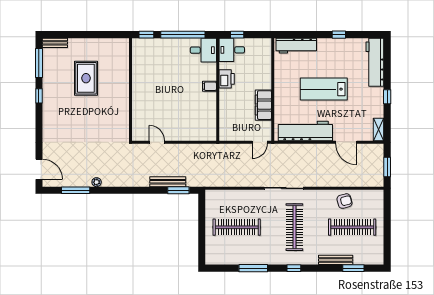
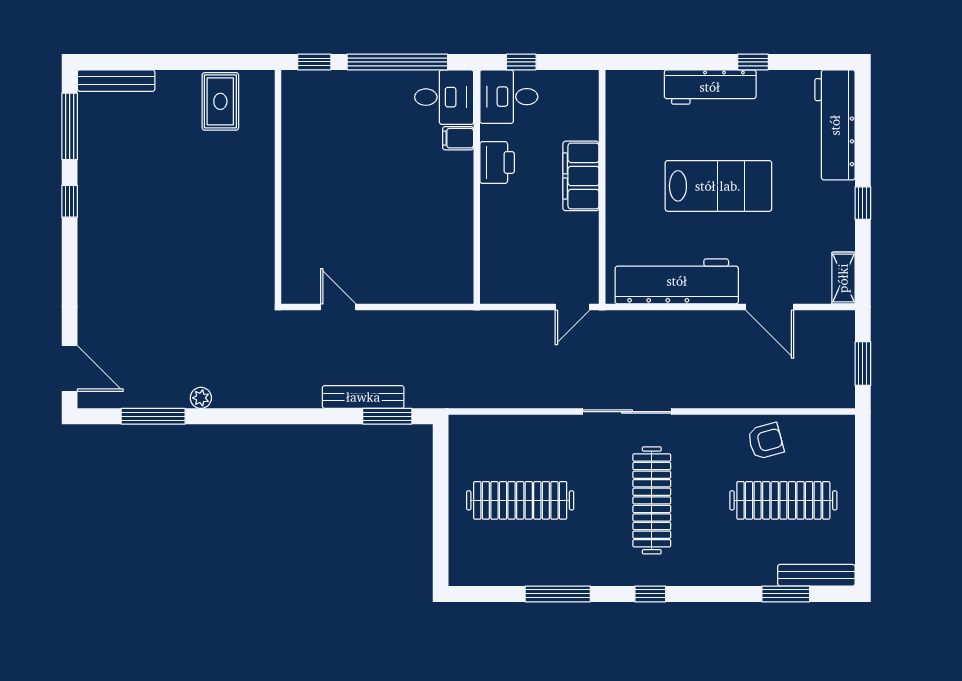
bench: (55, 43) -> (116, 81), width x1.36
workbench: (296, 46) -> (710, 87), moved
rug: (86, 78) -> (220, 101), moved, width x0.73, depth x0.70
filing cabinet: (209, 86) -> (458, 138), moved
lab bench: (324, 89) -> (718, 186), turned 180
filing cabinet: (263, 105) -> (581, 176), moved
bench: (336, 260) -> (816, 575), moved

